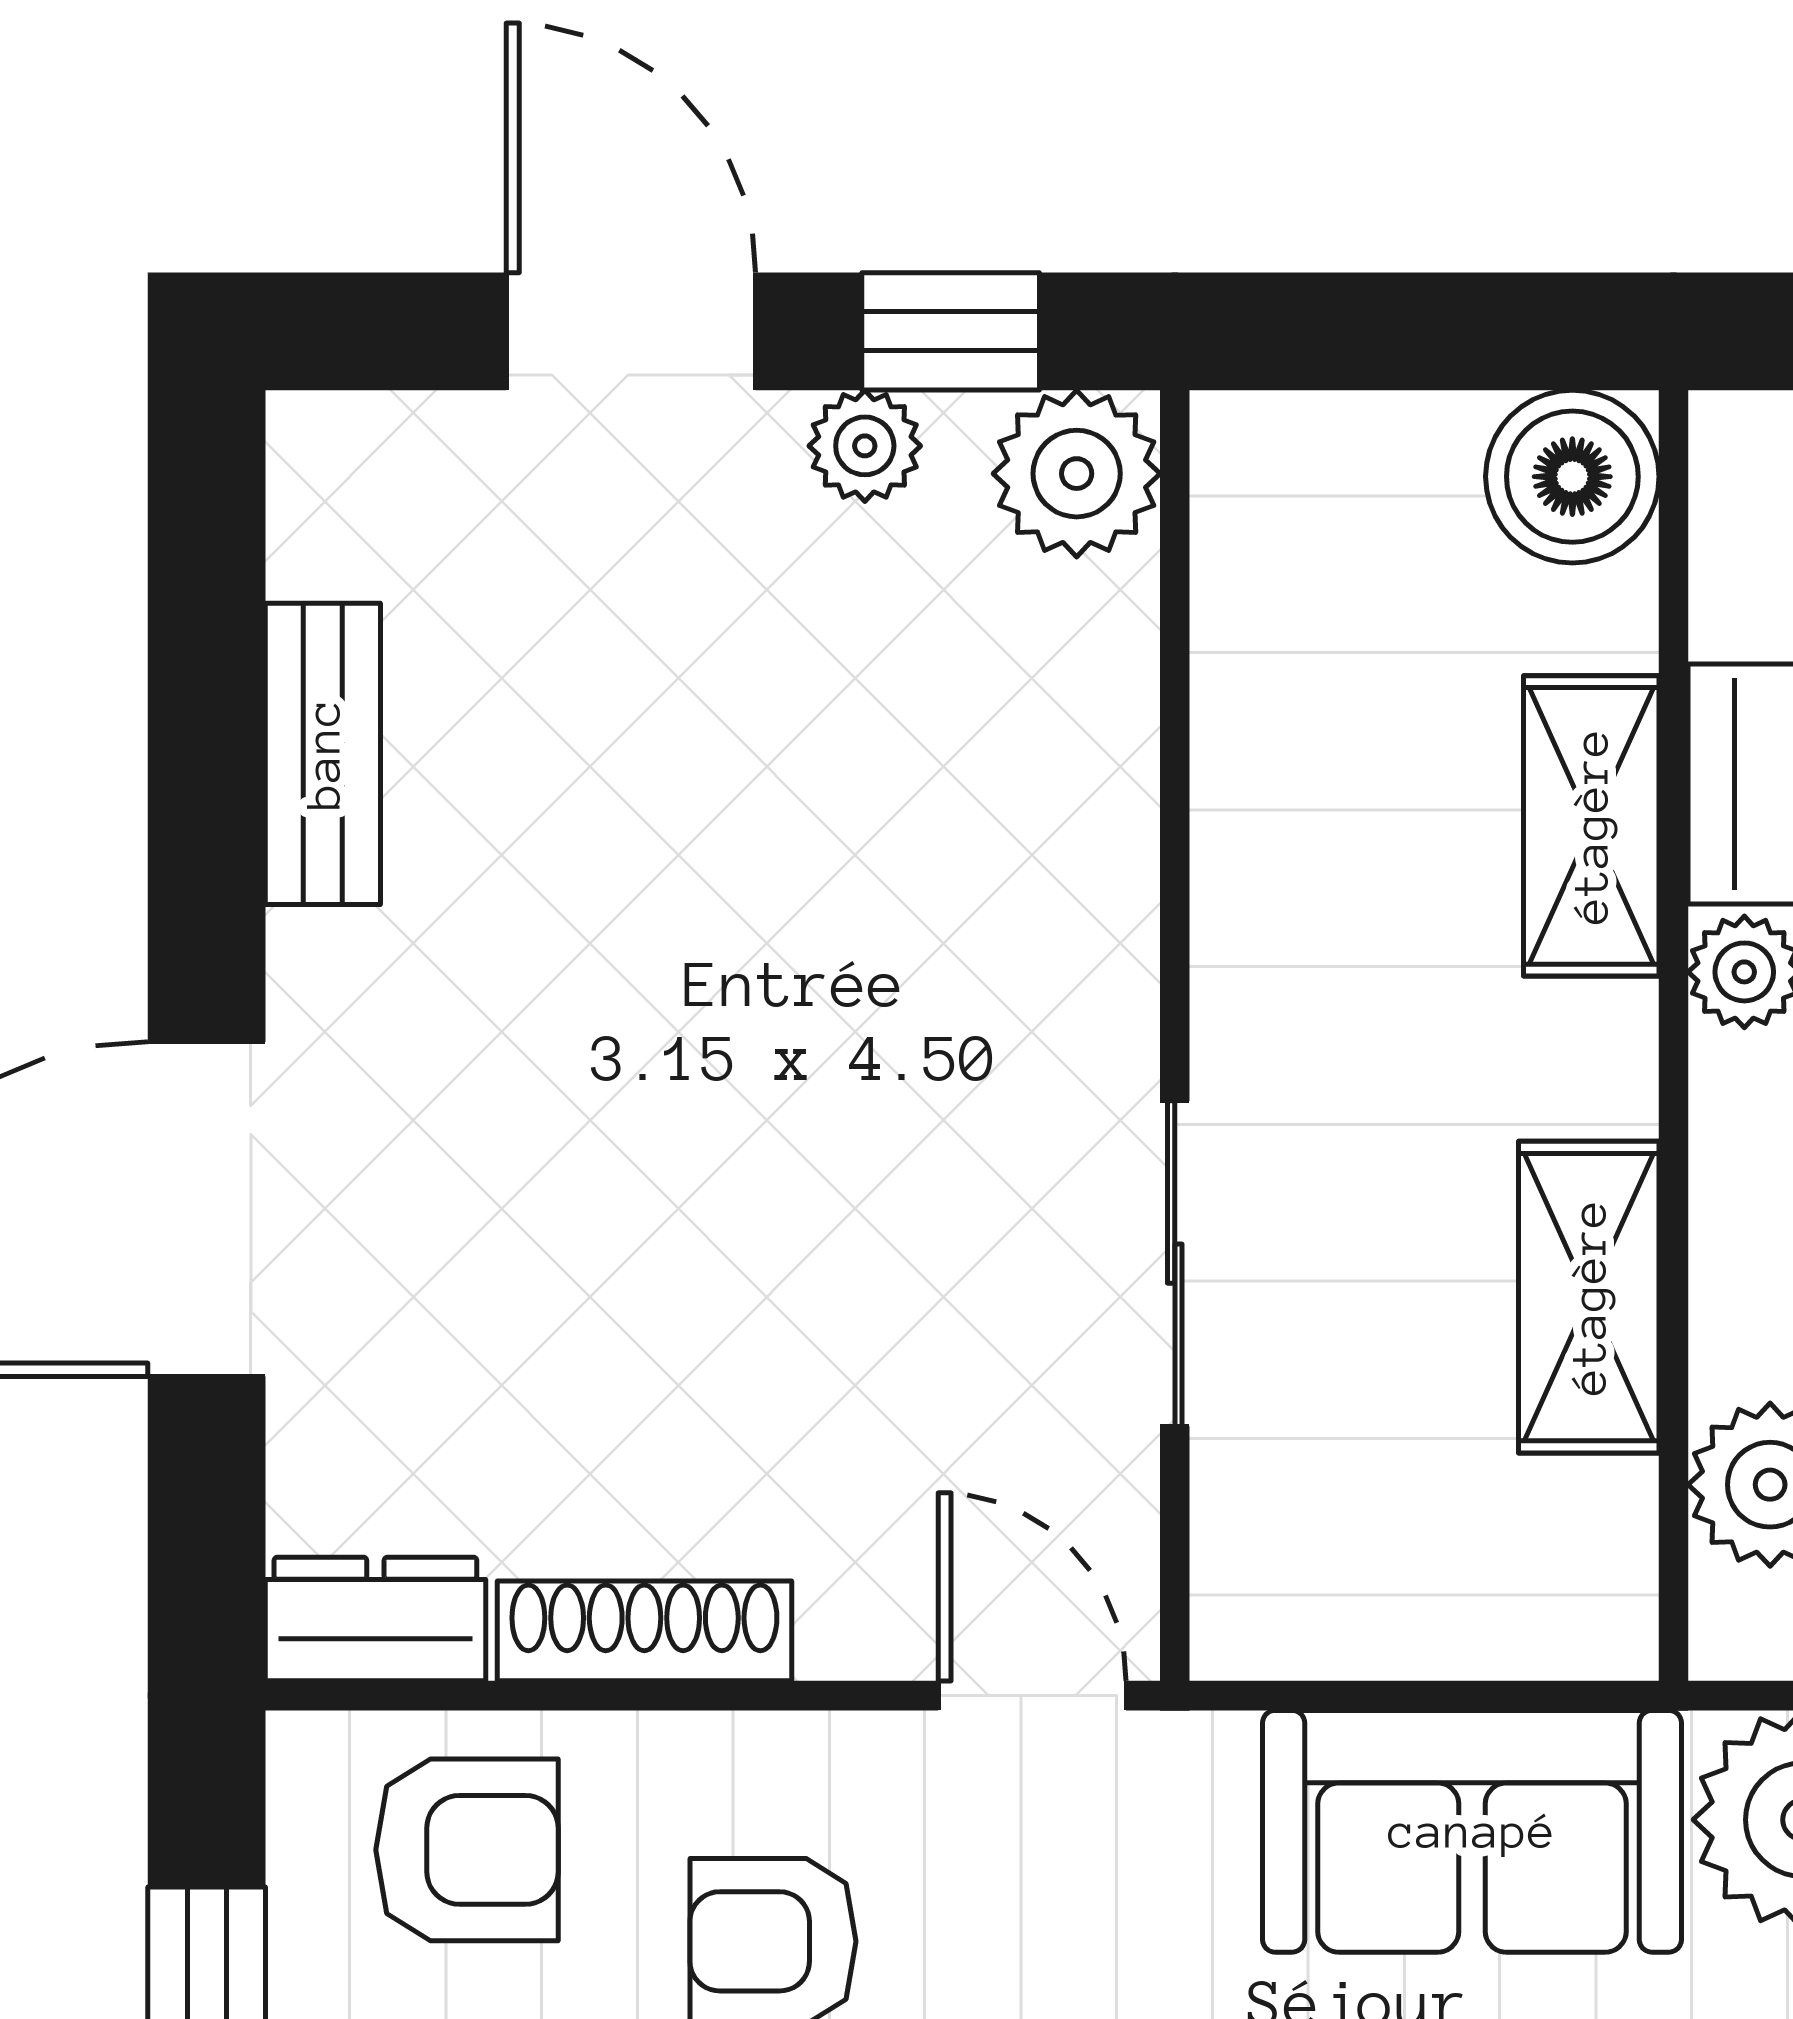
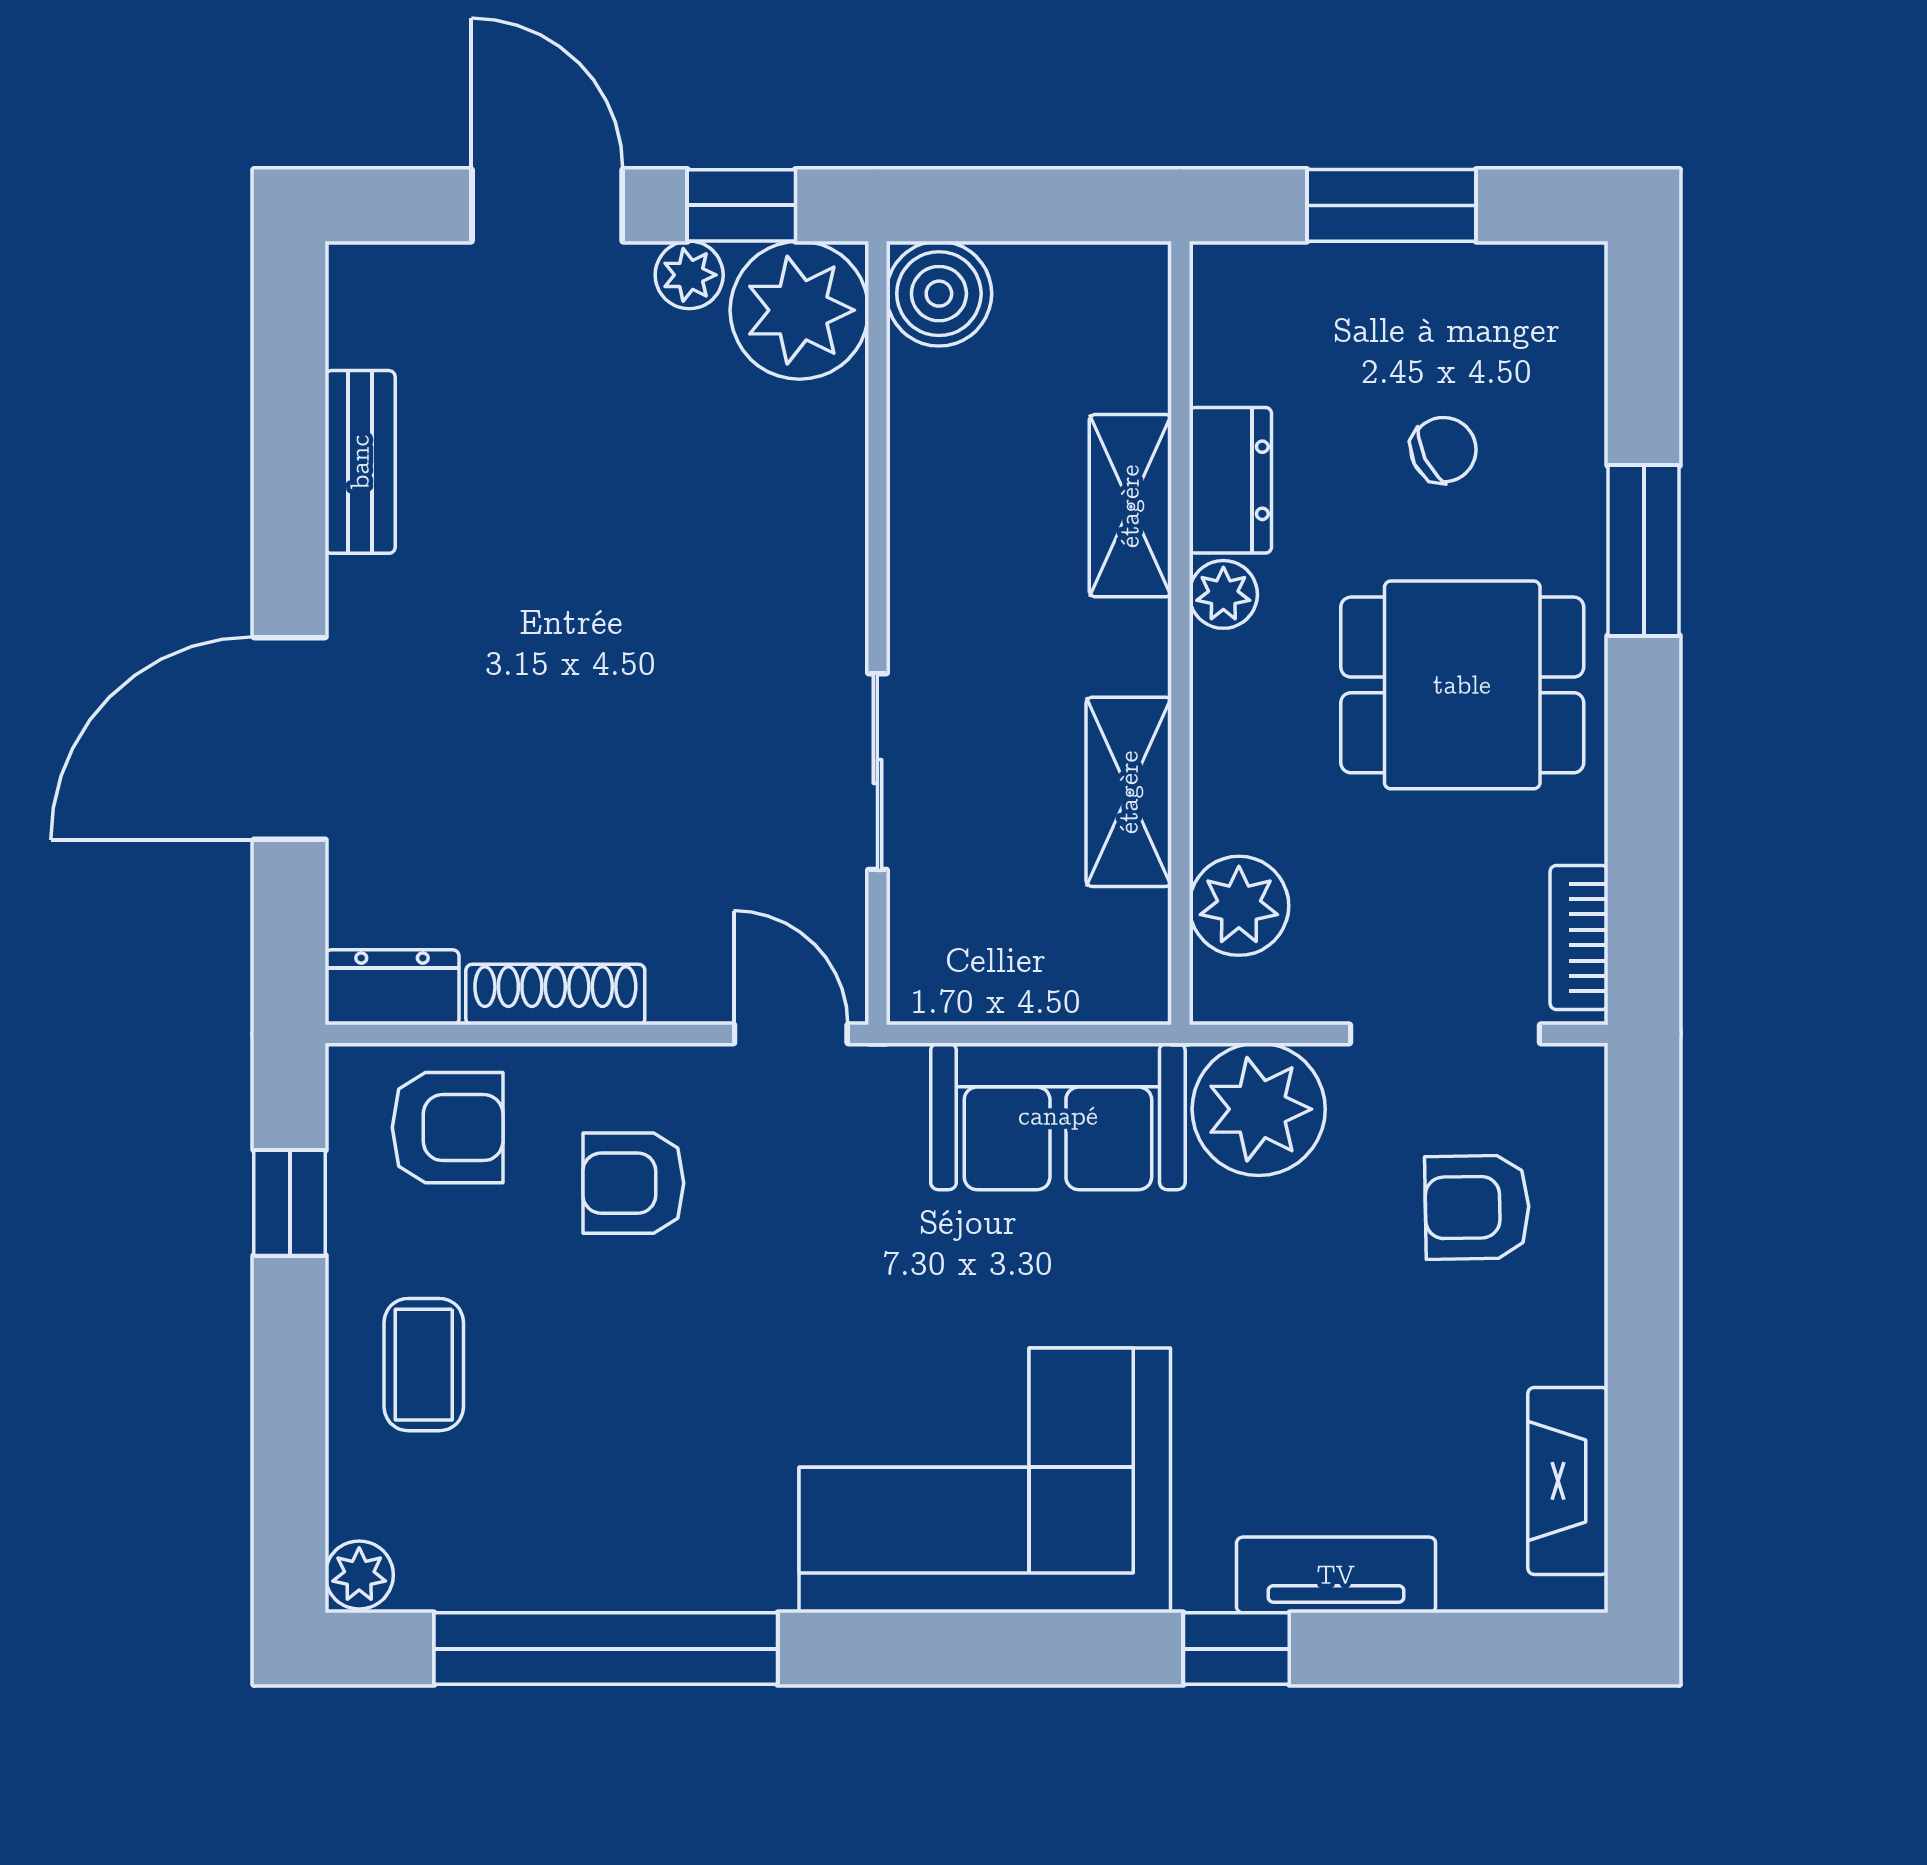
plant: (1077, 474) -> (799, 310), width x1.36, depth x1.36
boiler: (1572, 477) -> (939, 294), moved

